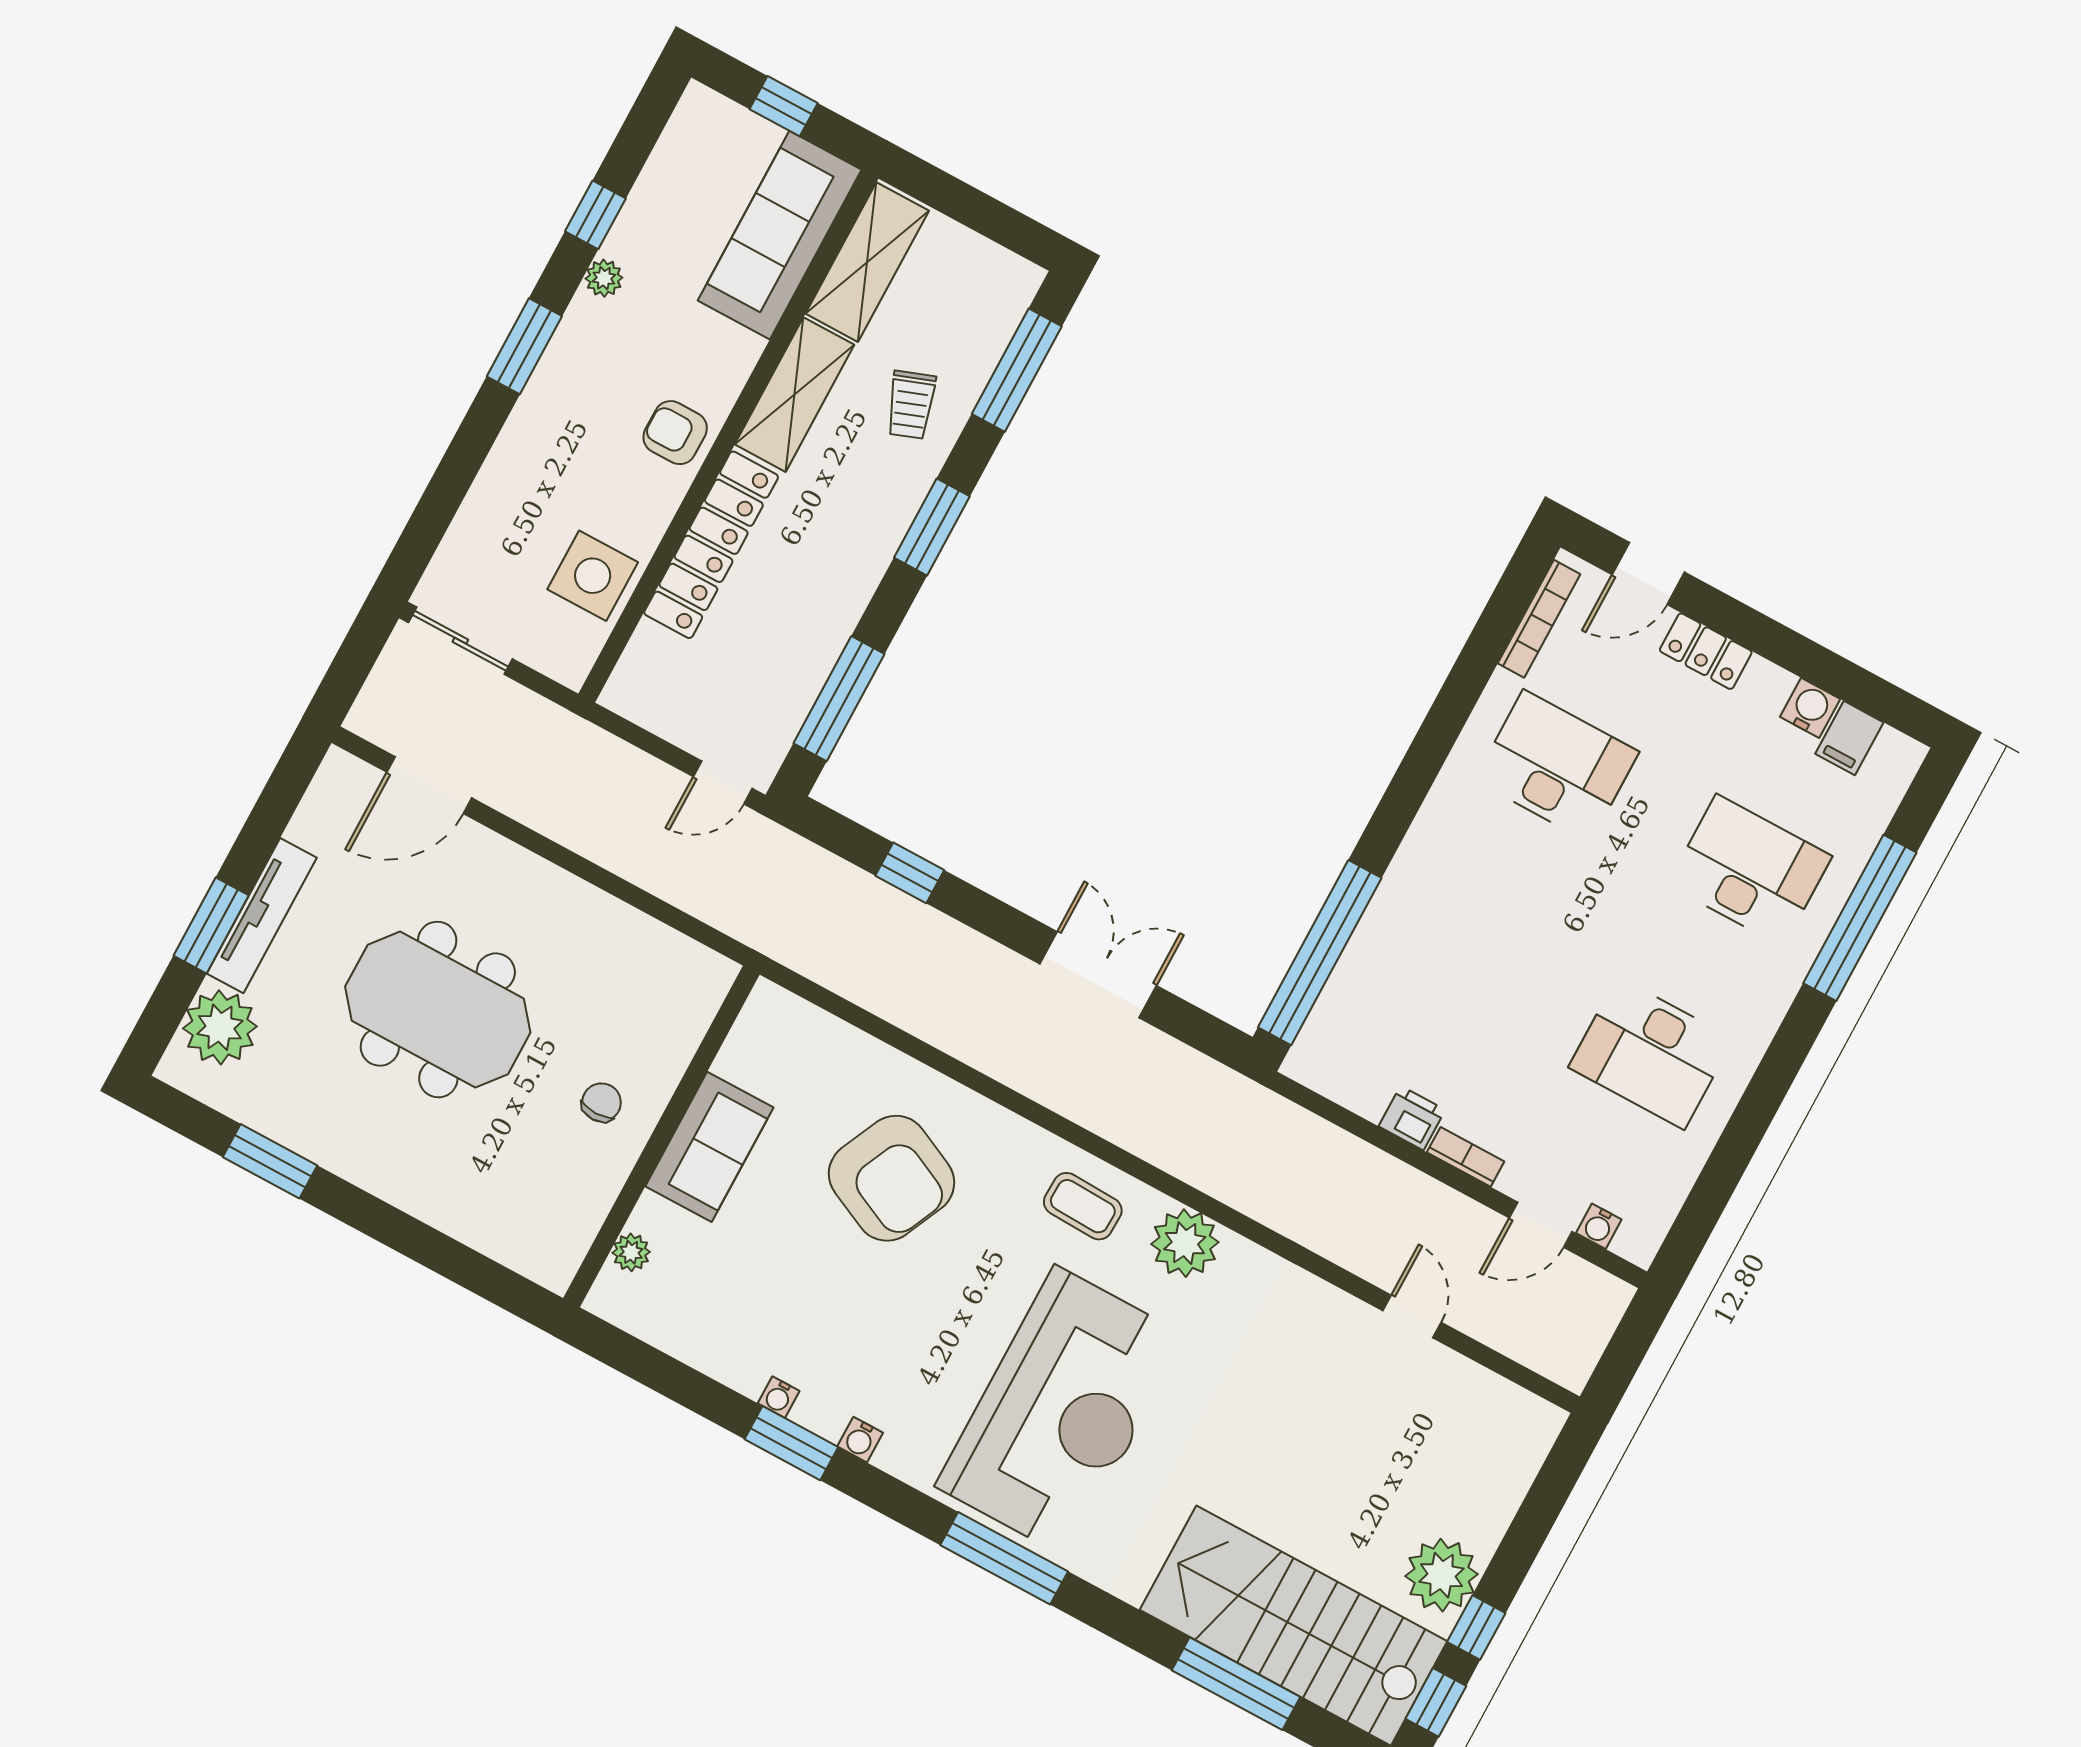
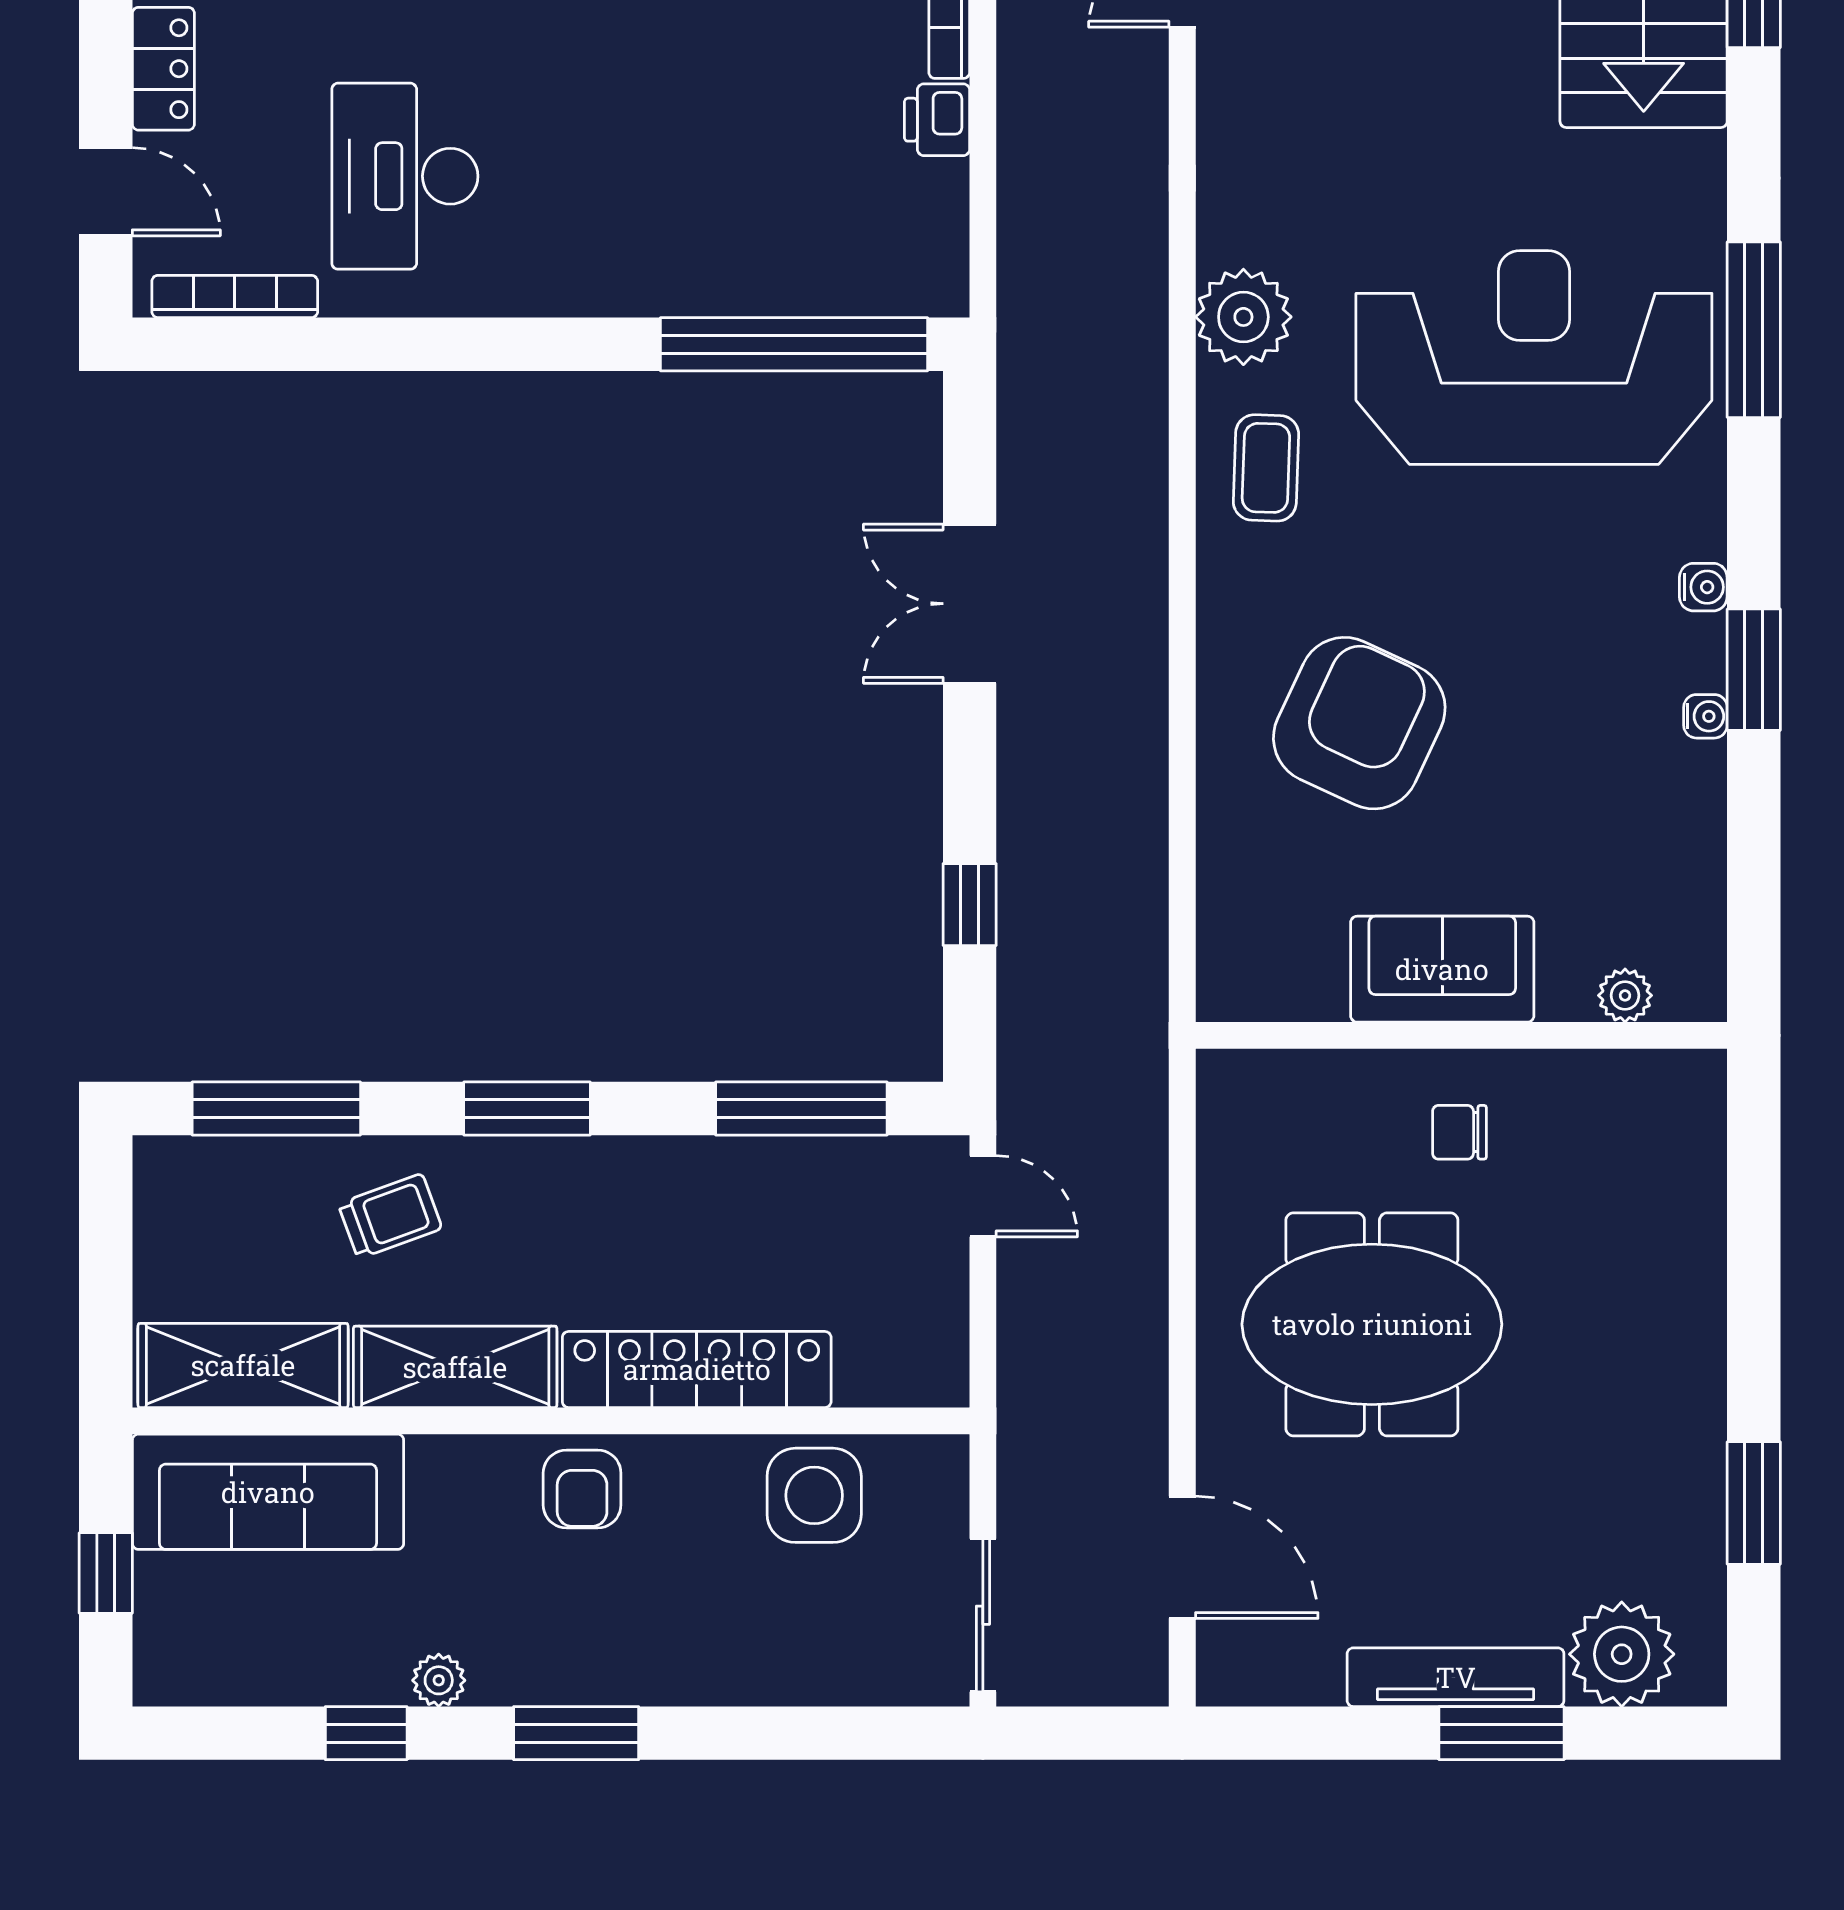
meeting table: (438, 1010) -> (1372, 1324), moved, turned 90

